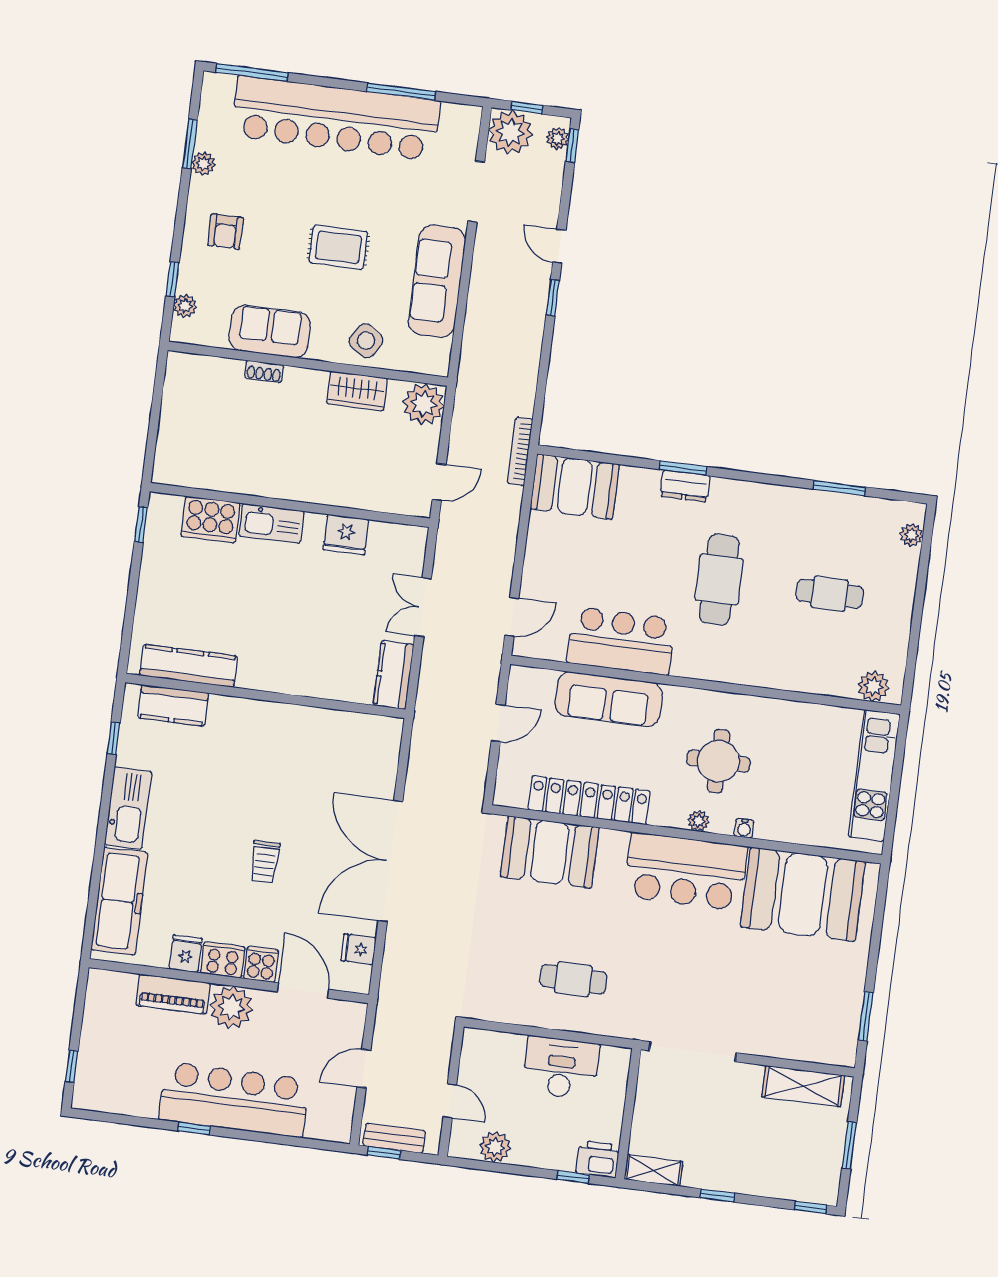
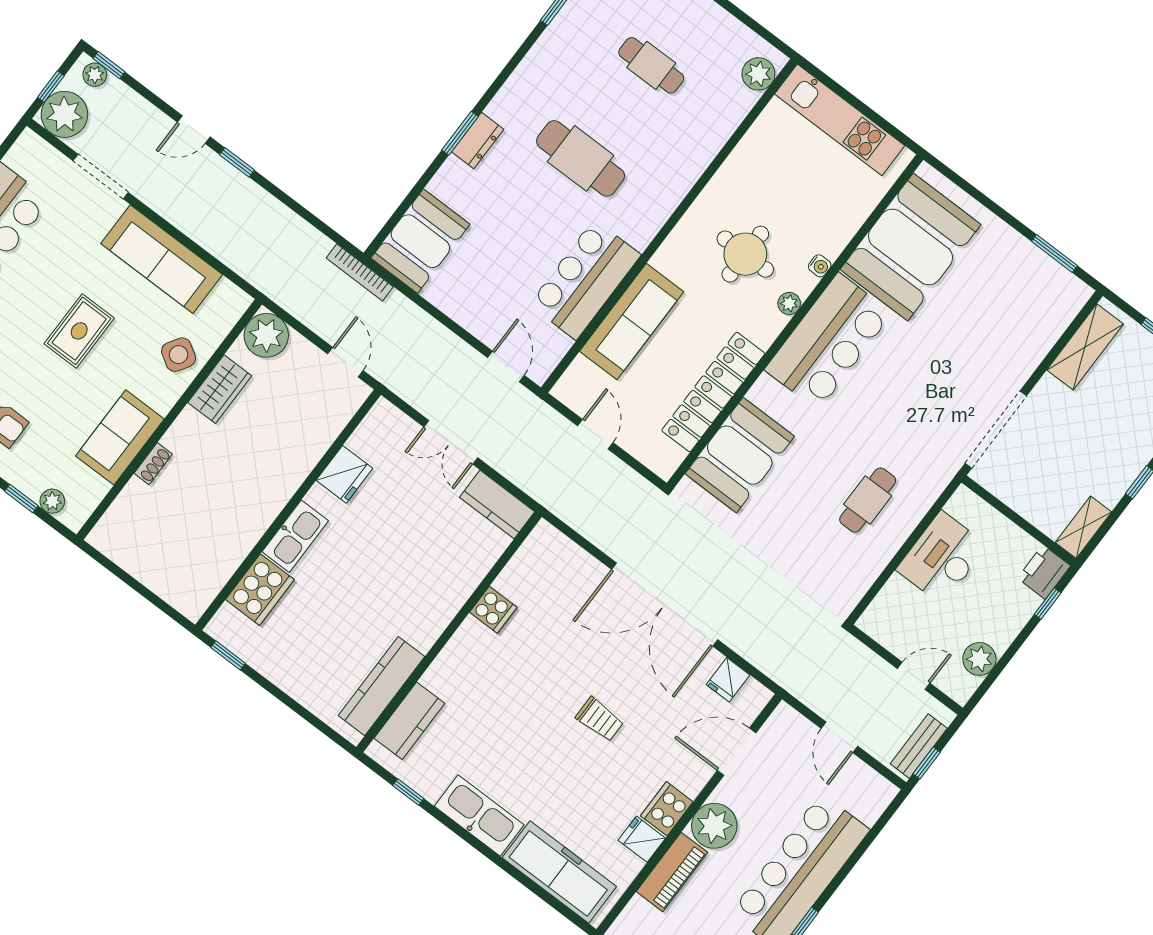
cafe table: (830, 594) -> (651, 65), turned 90
cooker: (261, 964) -> (493, 610), moved, turned 180

